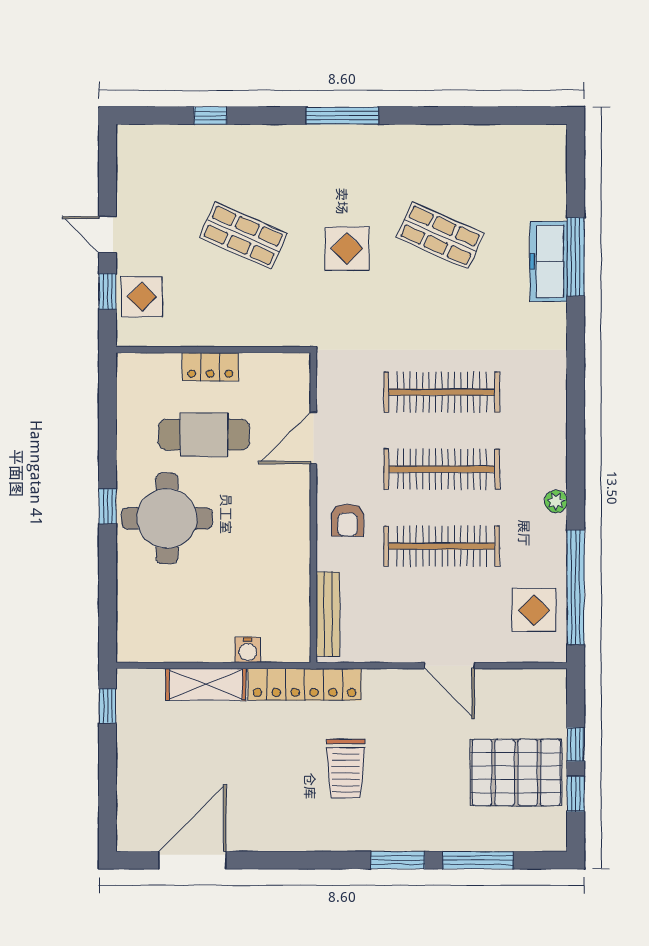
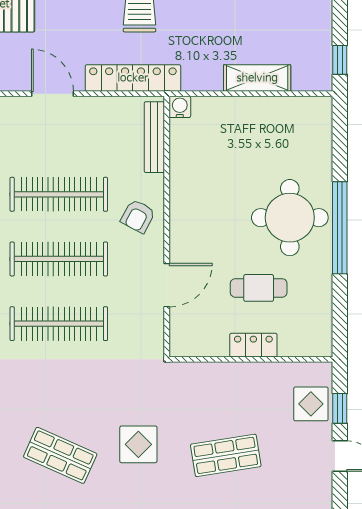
shop shelf: (243, 235) -> (226, 455), turned -33
cafe table: (204, 435) -> (259, 288), width x0.73, depth x0.74
window: (108, 506) -> (340, 228), width x3.17
armchair: (348, 520) -> (138, 216), turned -152
water cooler: (248, 650) -> (180, 107), moved
locker: (304, 684) -> (133, 78), moved

